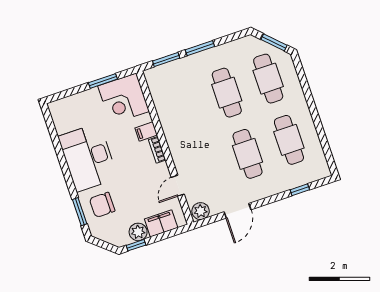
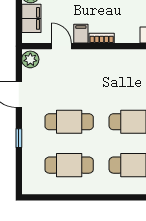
filing cabinet: (146, 131) -> (81, 34), moved
window: (300, 190) -> (19, 138), moved

